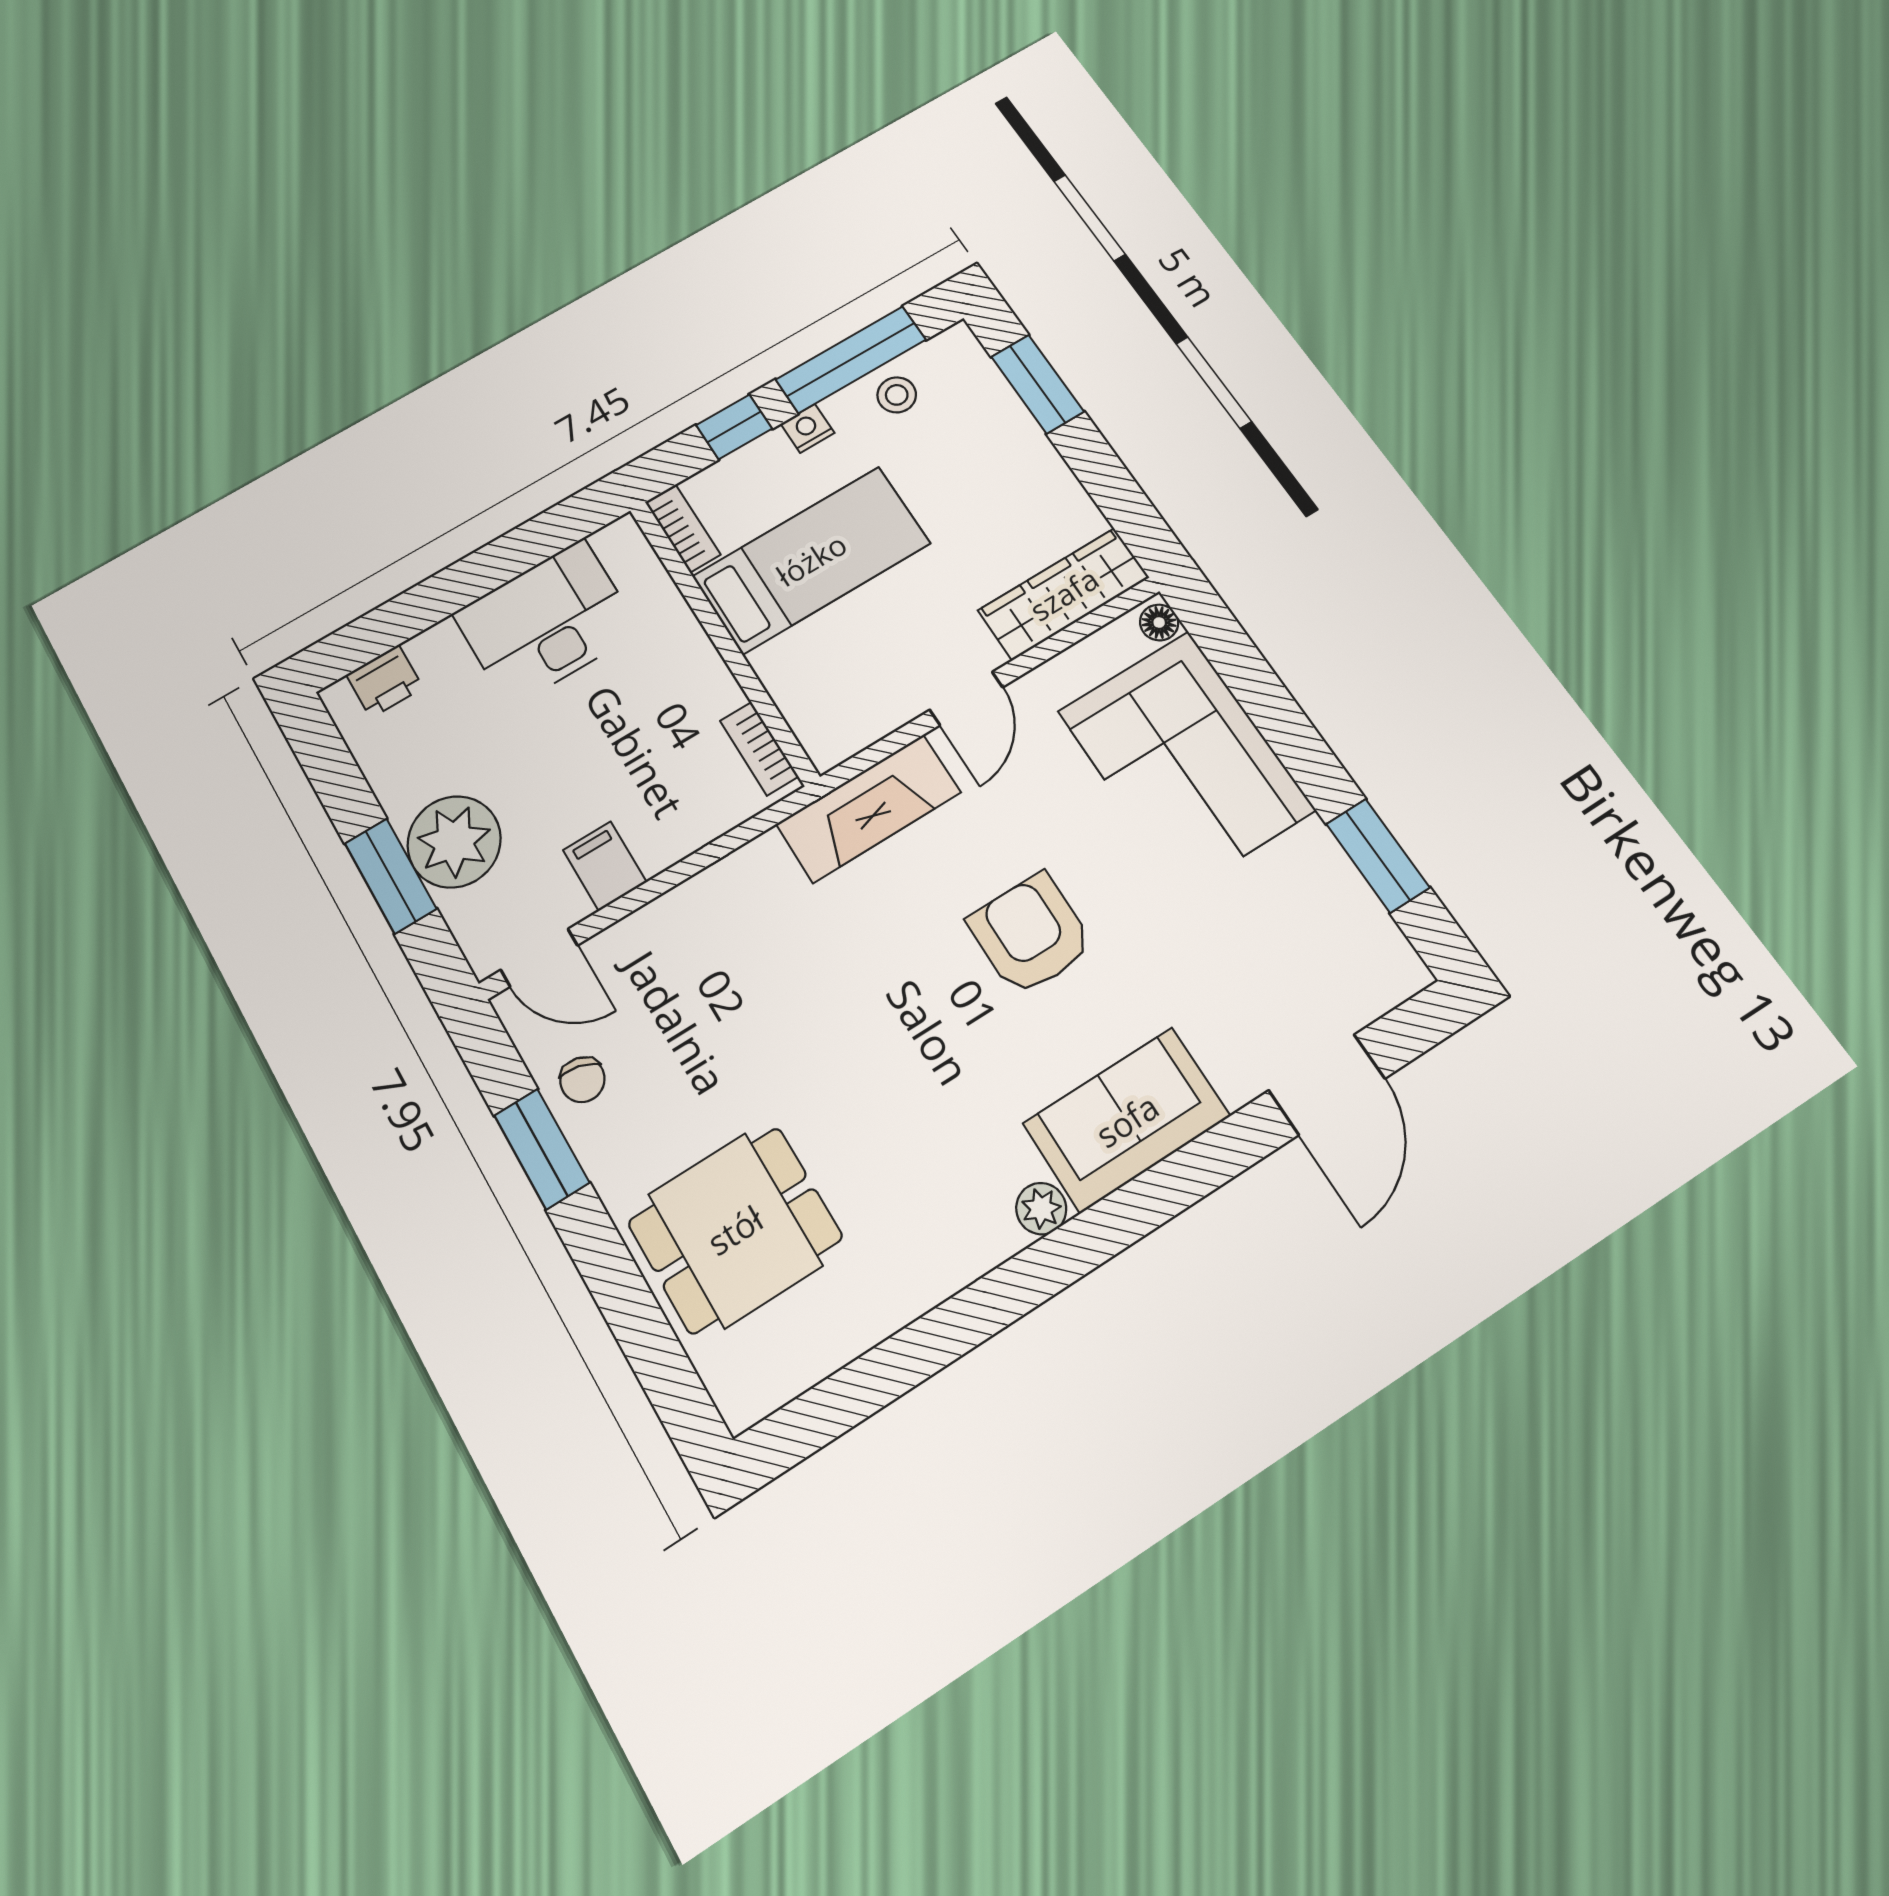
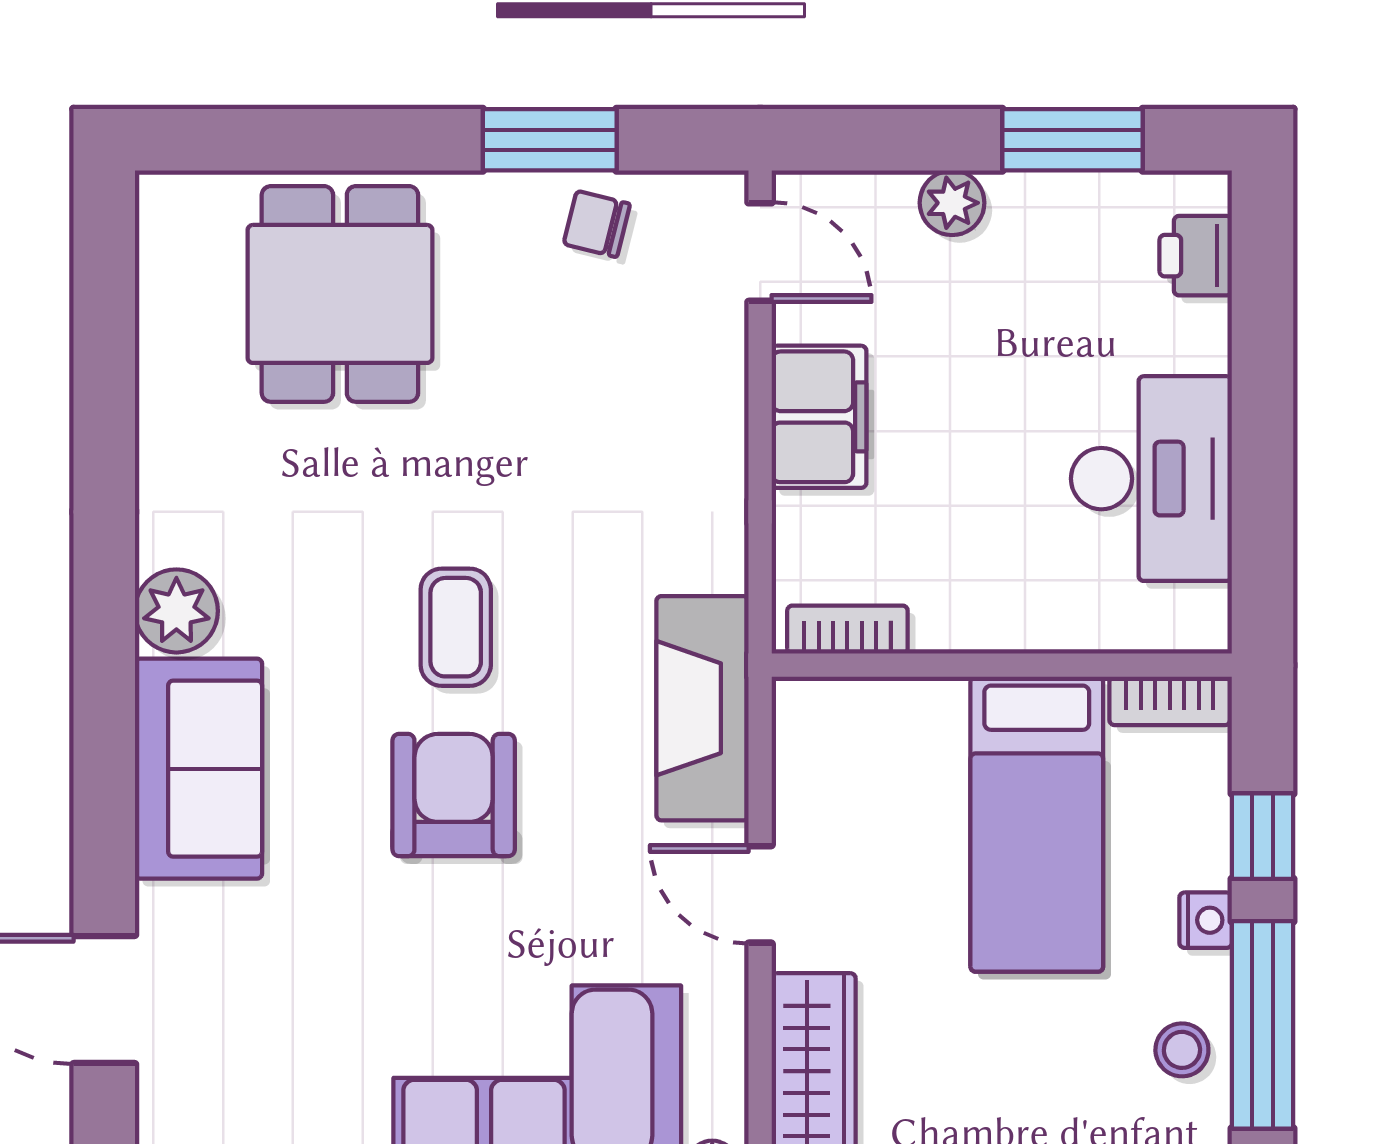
plant: (454, 842) -> (952, 203), width x0.53, depth x0.53
filing cabinet: (605, 866) -> (819, 417), width x2.00
window: (391, 876) -> (1073, 140), moved
armchair: (1031, 934) -> (454, 795), turned -90
door: (539, 958) -> (760, 252), swing flipped
coffee table: (917, 1003) -> (456, 627), added
plant: (1041, 1209) -> (176, 611), width x1.38, depth x1.38

